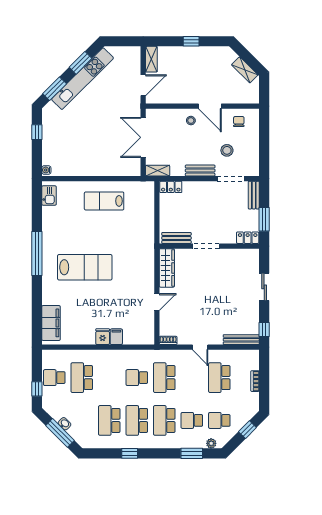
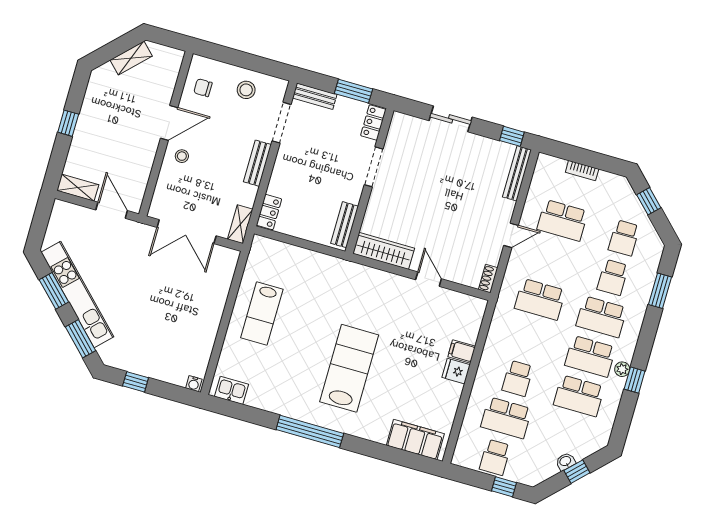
stool: (227, 150) -> (246, 90), moved
doorway: (206, 246) -> (374, 167), moved
school desk: (137, 378) -> (518, 378), moved
window: (60, 433) -> (577, 472), width x0.46
plant: (211, 443) -> (622, 369), moved

